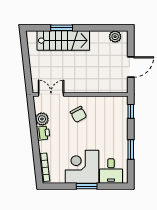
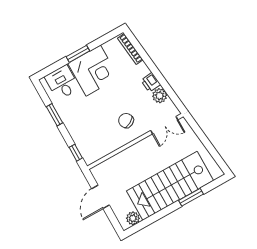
stairs: (63, 41) -> (170, 186), width x1.36, depth x1.51

